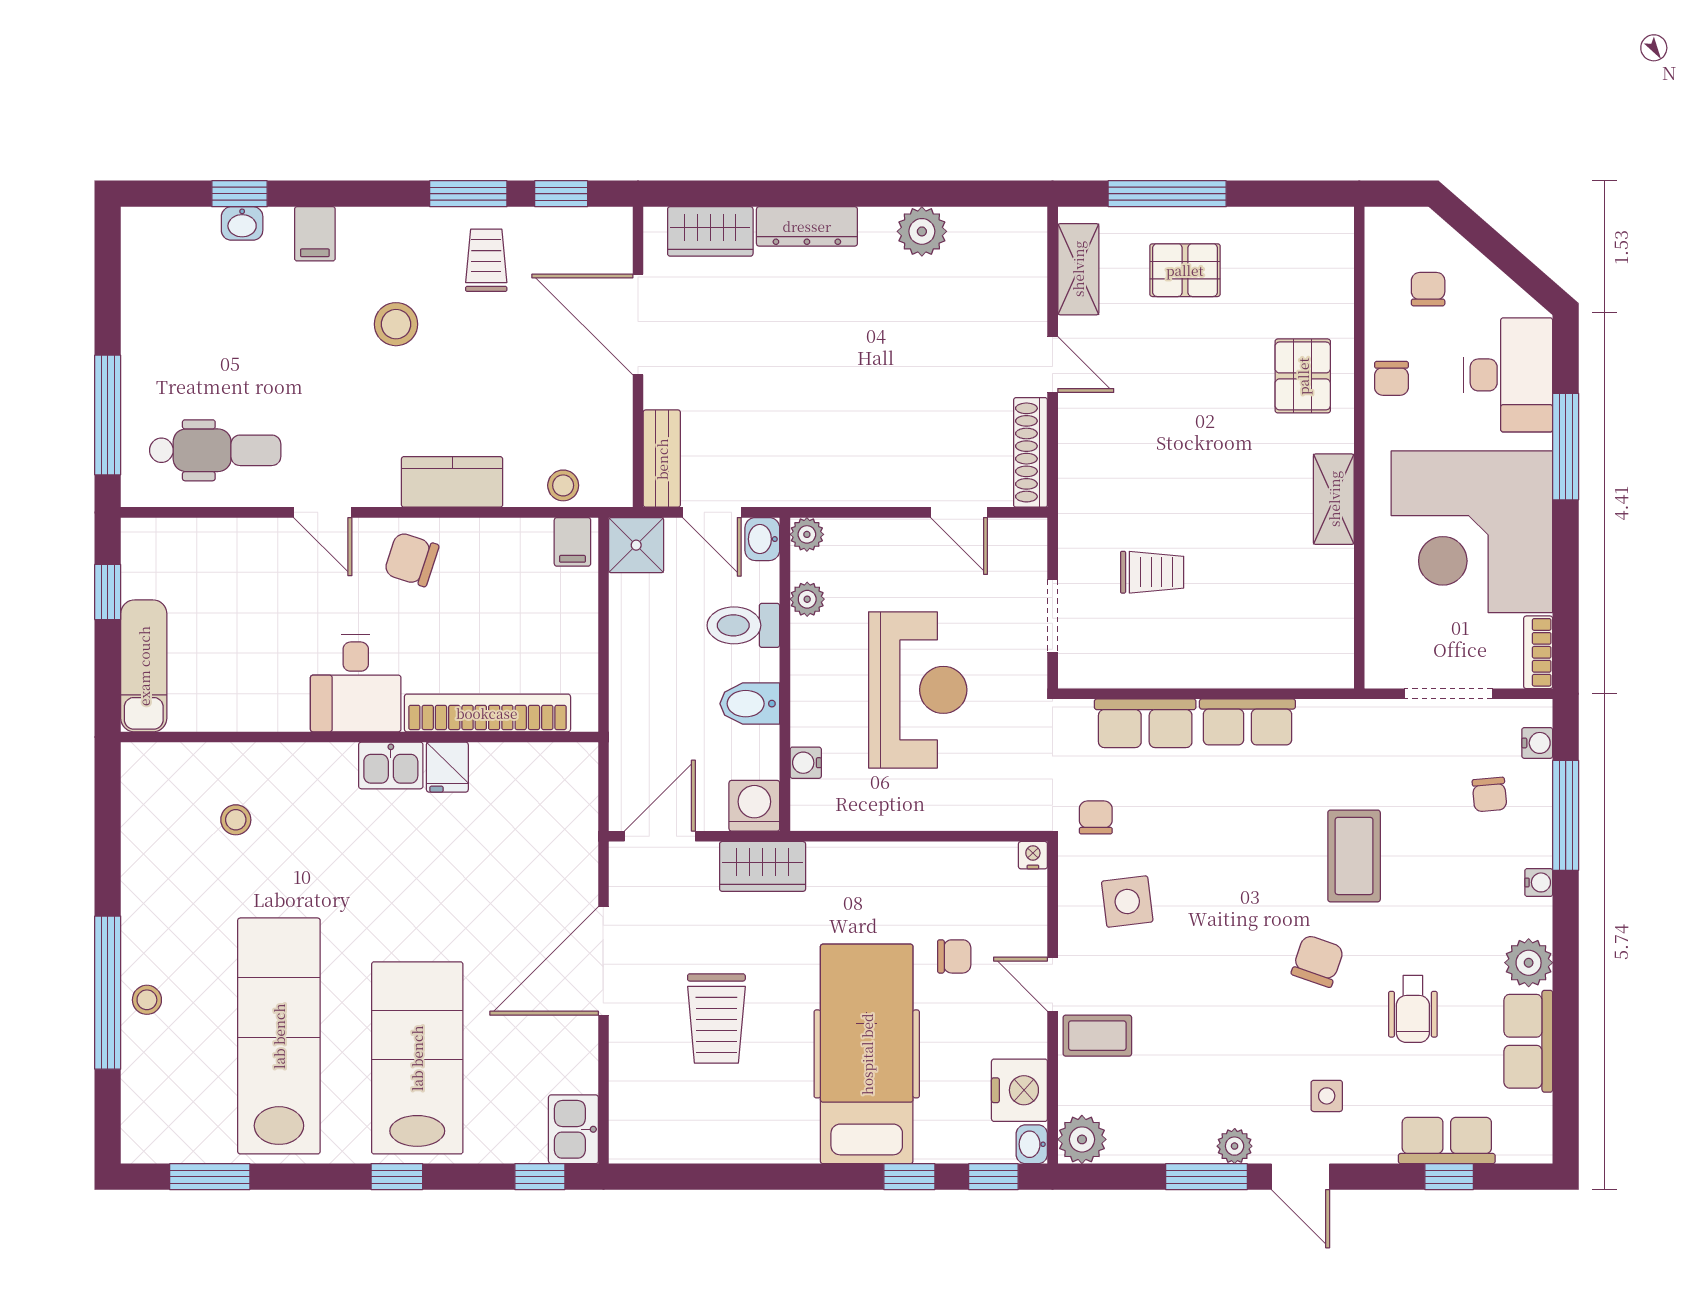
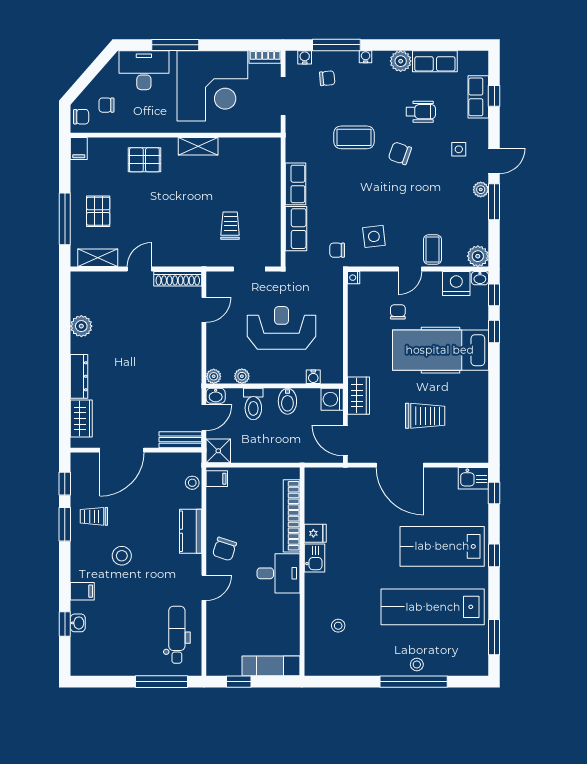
filing cabinet: (1329, 226) -> (79, 148), added
chair: (1391, 378) -> (81, 117), moved

